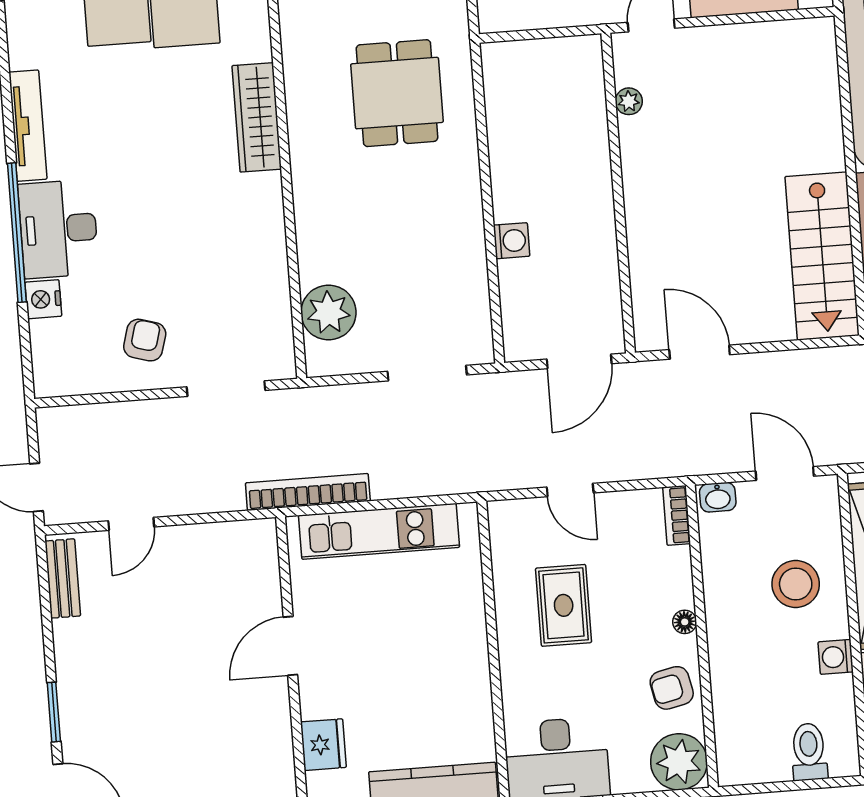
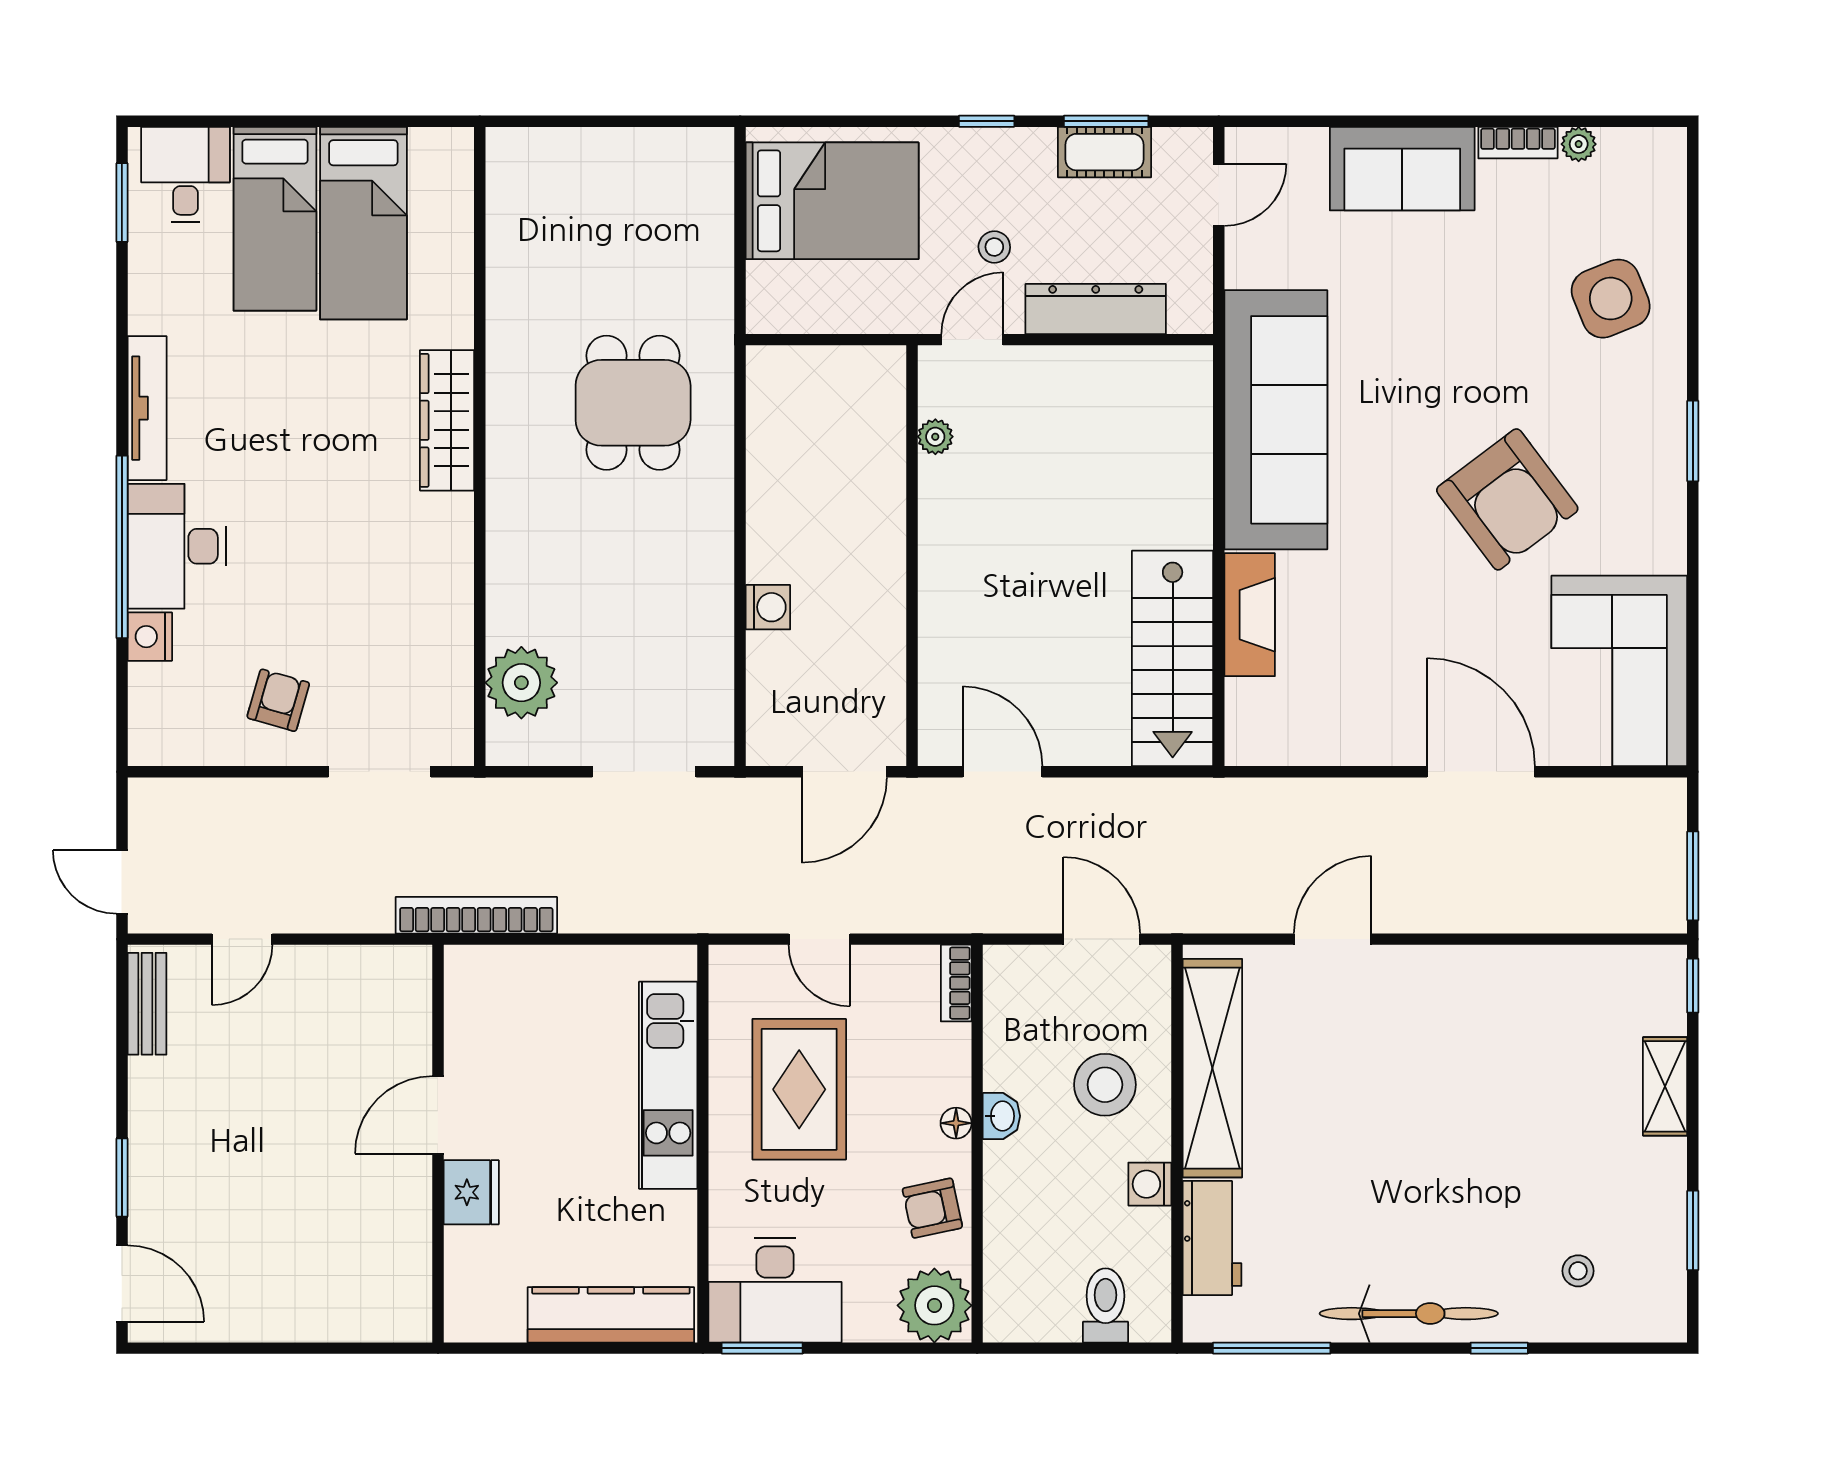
washbasin: (718, 497) -> (1001, 1116), moved, turned -90
kitchen unit: (379, 531) -> (668, 1085), moved, turned 90
rug: (564, 605) -> (799, 1089), width x1.36, depth x1.43
fridge: (323, 745) -> (471, 1192), moved

